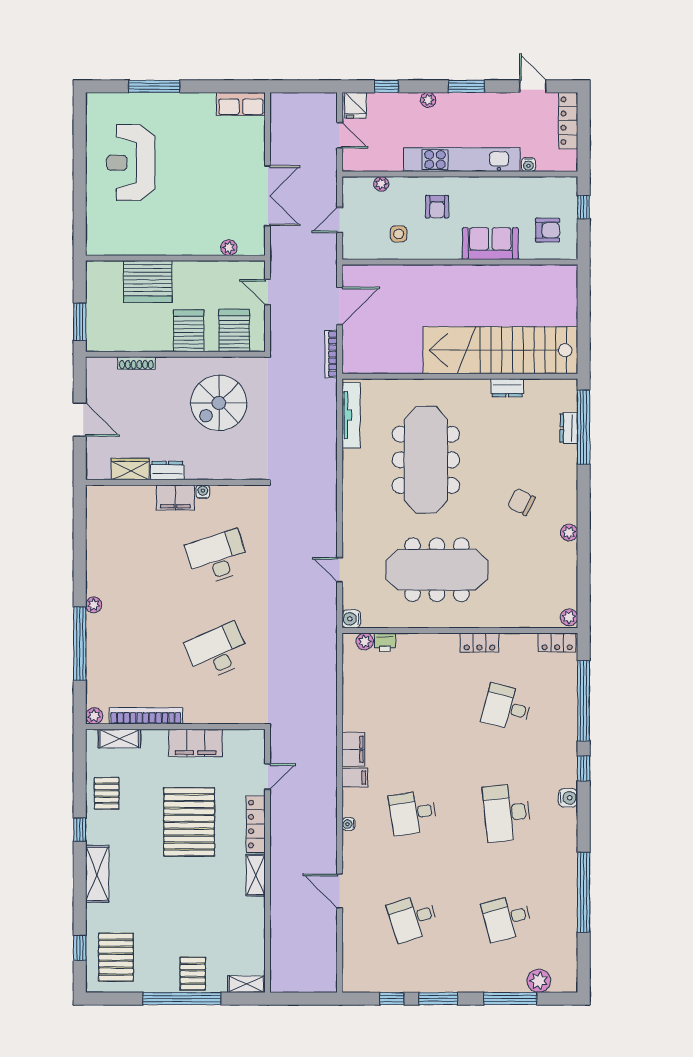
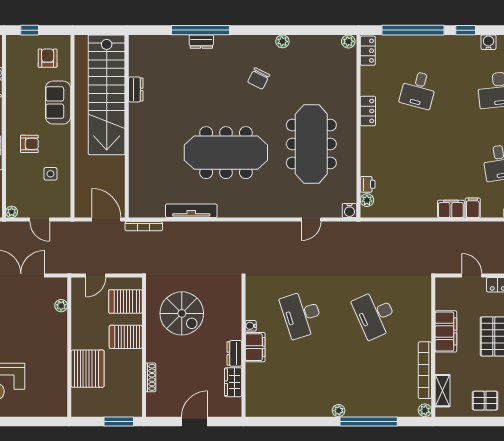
plant: (381, 184) -> (12, 212), moved
stairs: (500, 350) -> (107, 95), moved
wall: (460, 376) -> (127, 126), moved
dresser: (507, 388) -> (136, 89), moved

